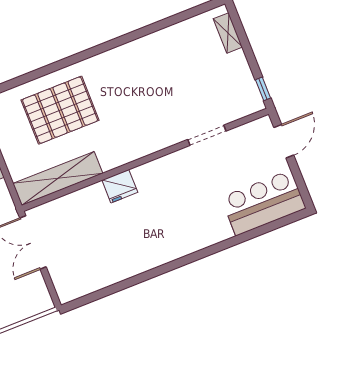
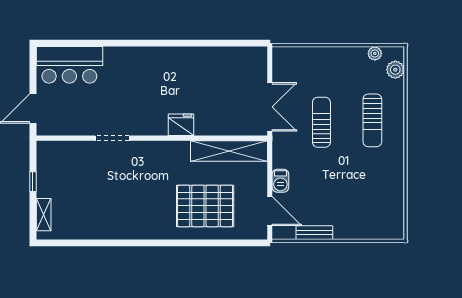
window: (263, 89) -> (33, 182), moved
doorway: (207, 135) -> (112, 138), moved

